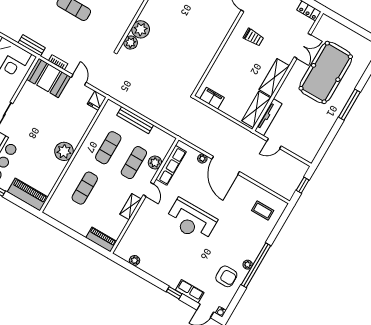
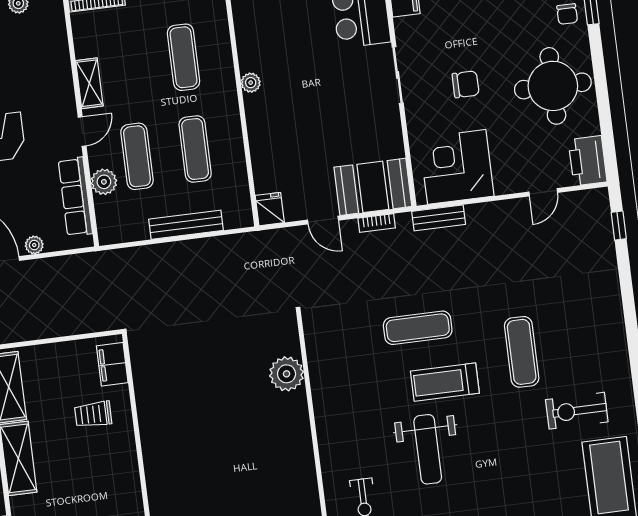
trolley: (253, 37) -> (93, 414), moved
plant: (131, 43) -> (286, 341), removed
filing cabinet: (212, 98) -> (112, 364), moved, turned 90
plant: (64, 151) -> (251, 83), width x0.53, depth x0.53
door: (148, 189) -> (82, 132), swing flipped

